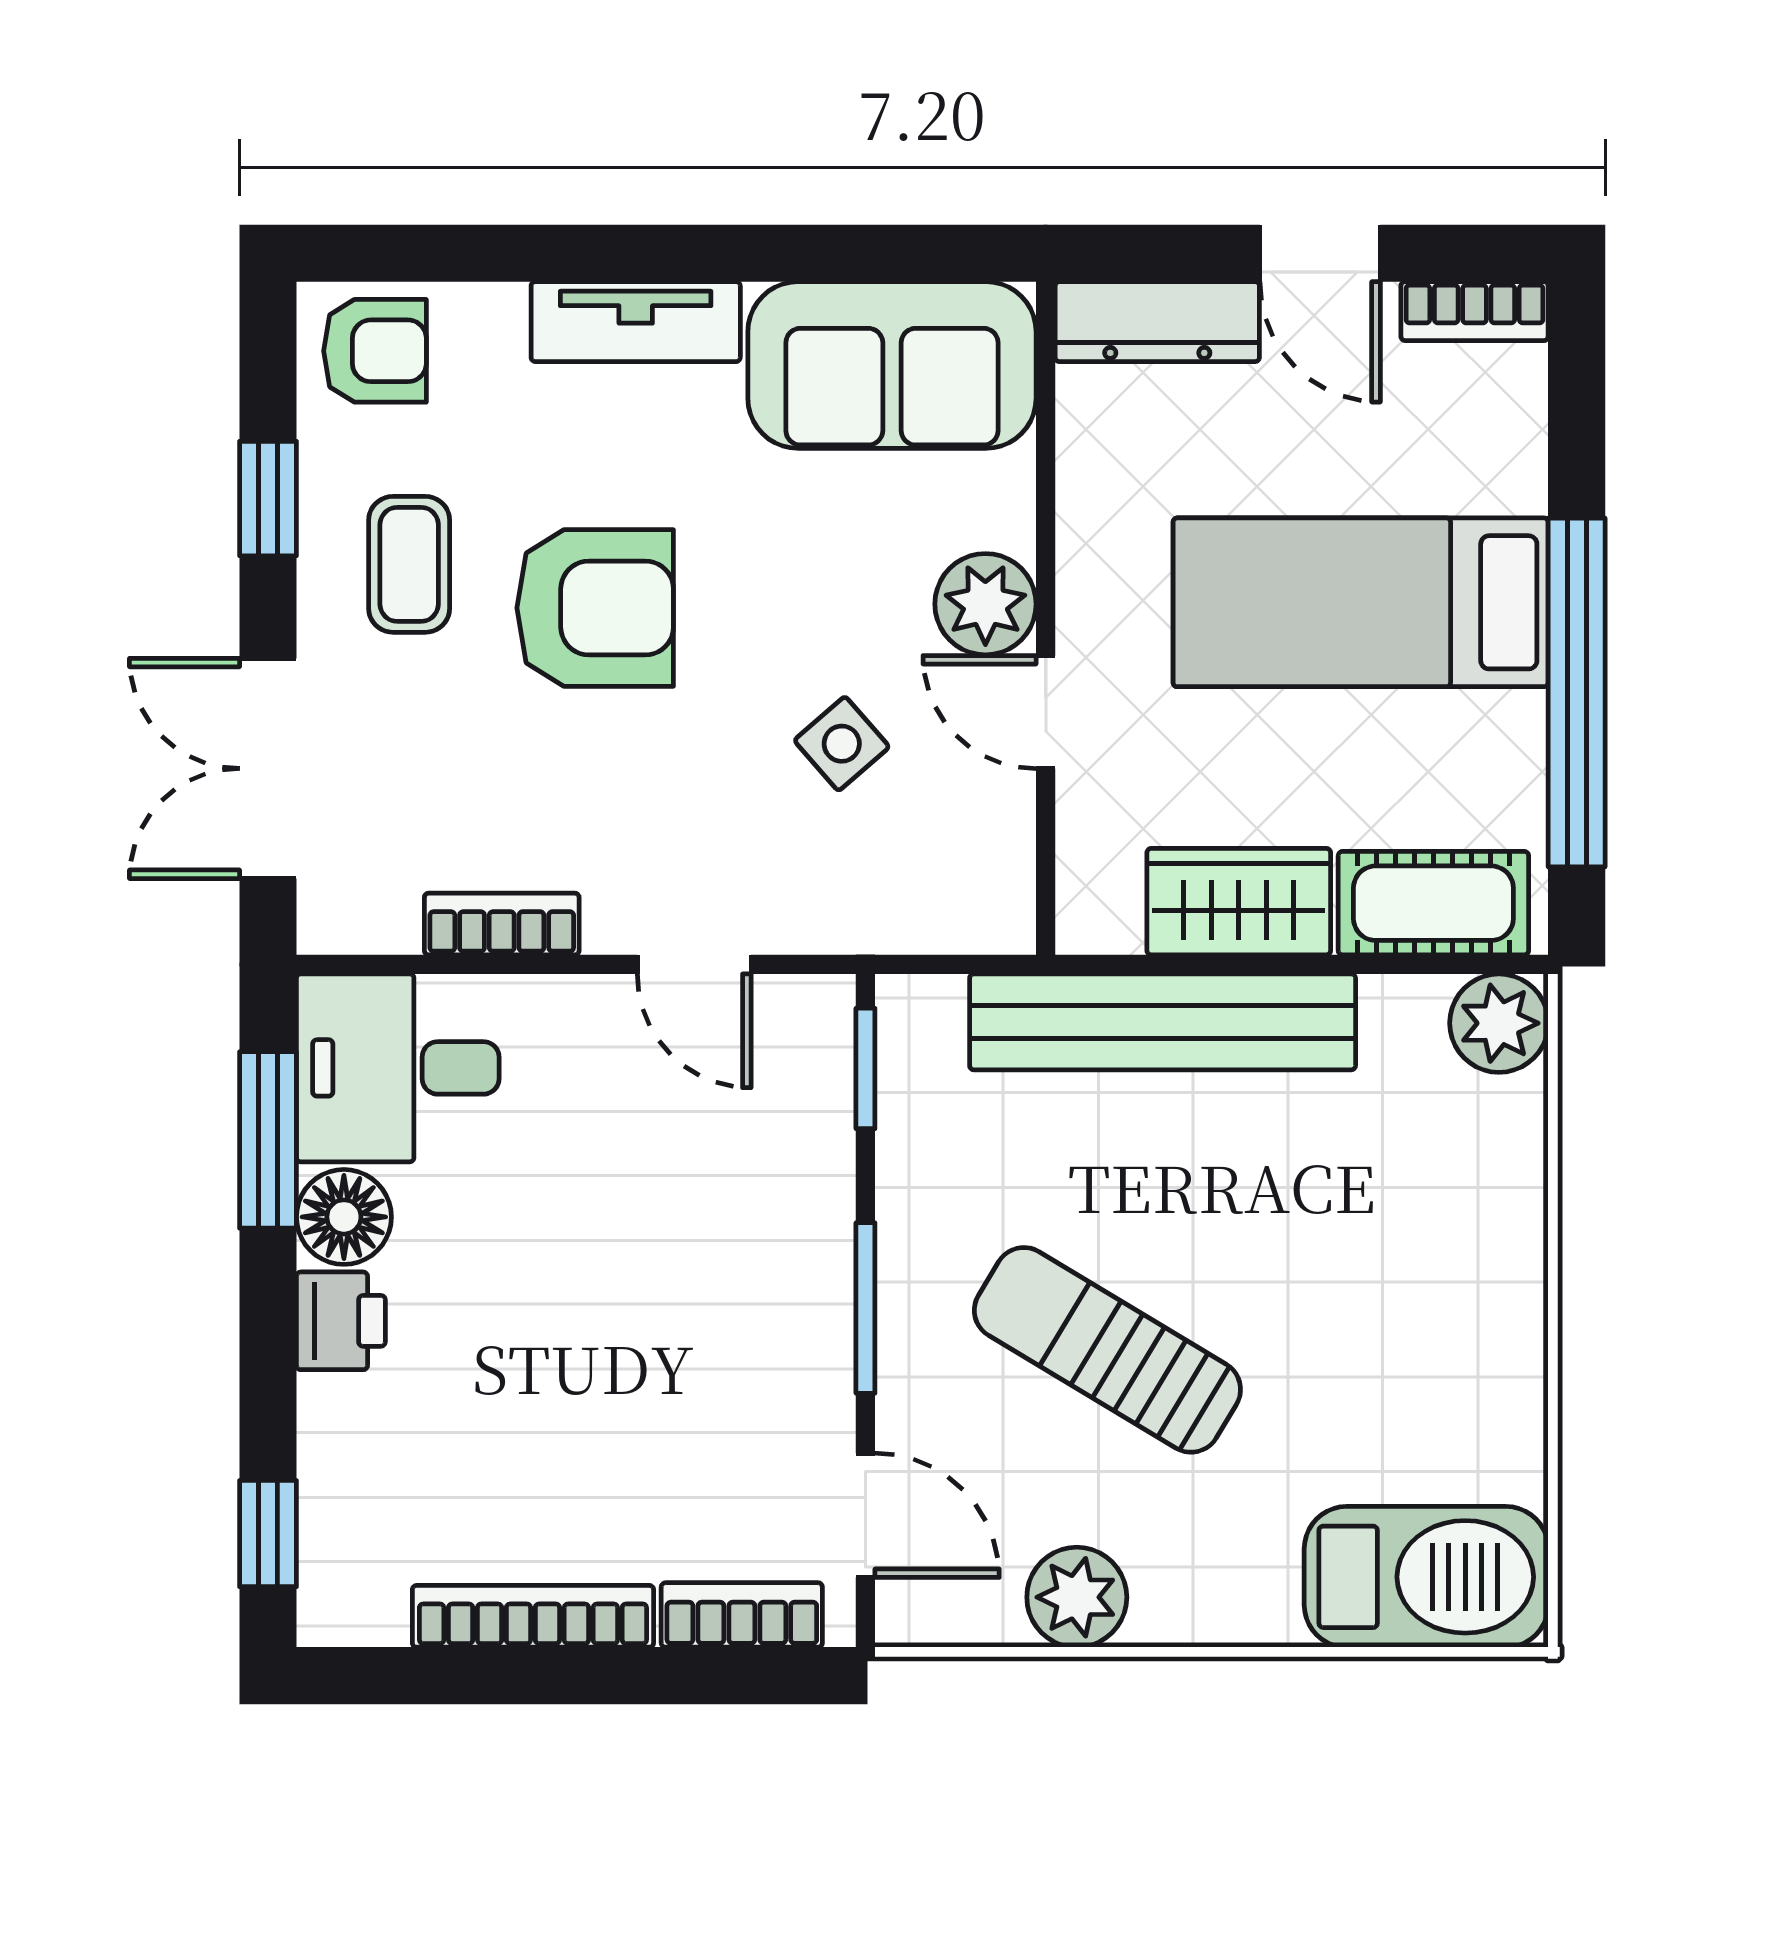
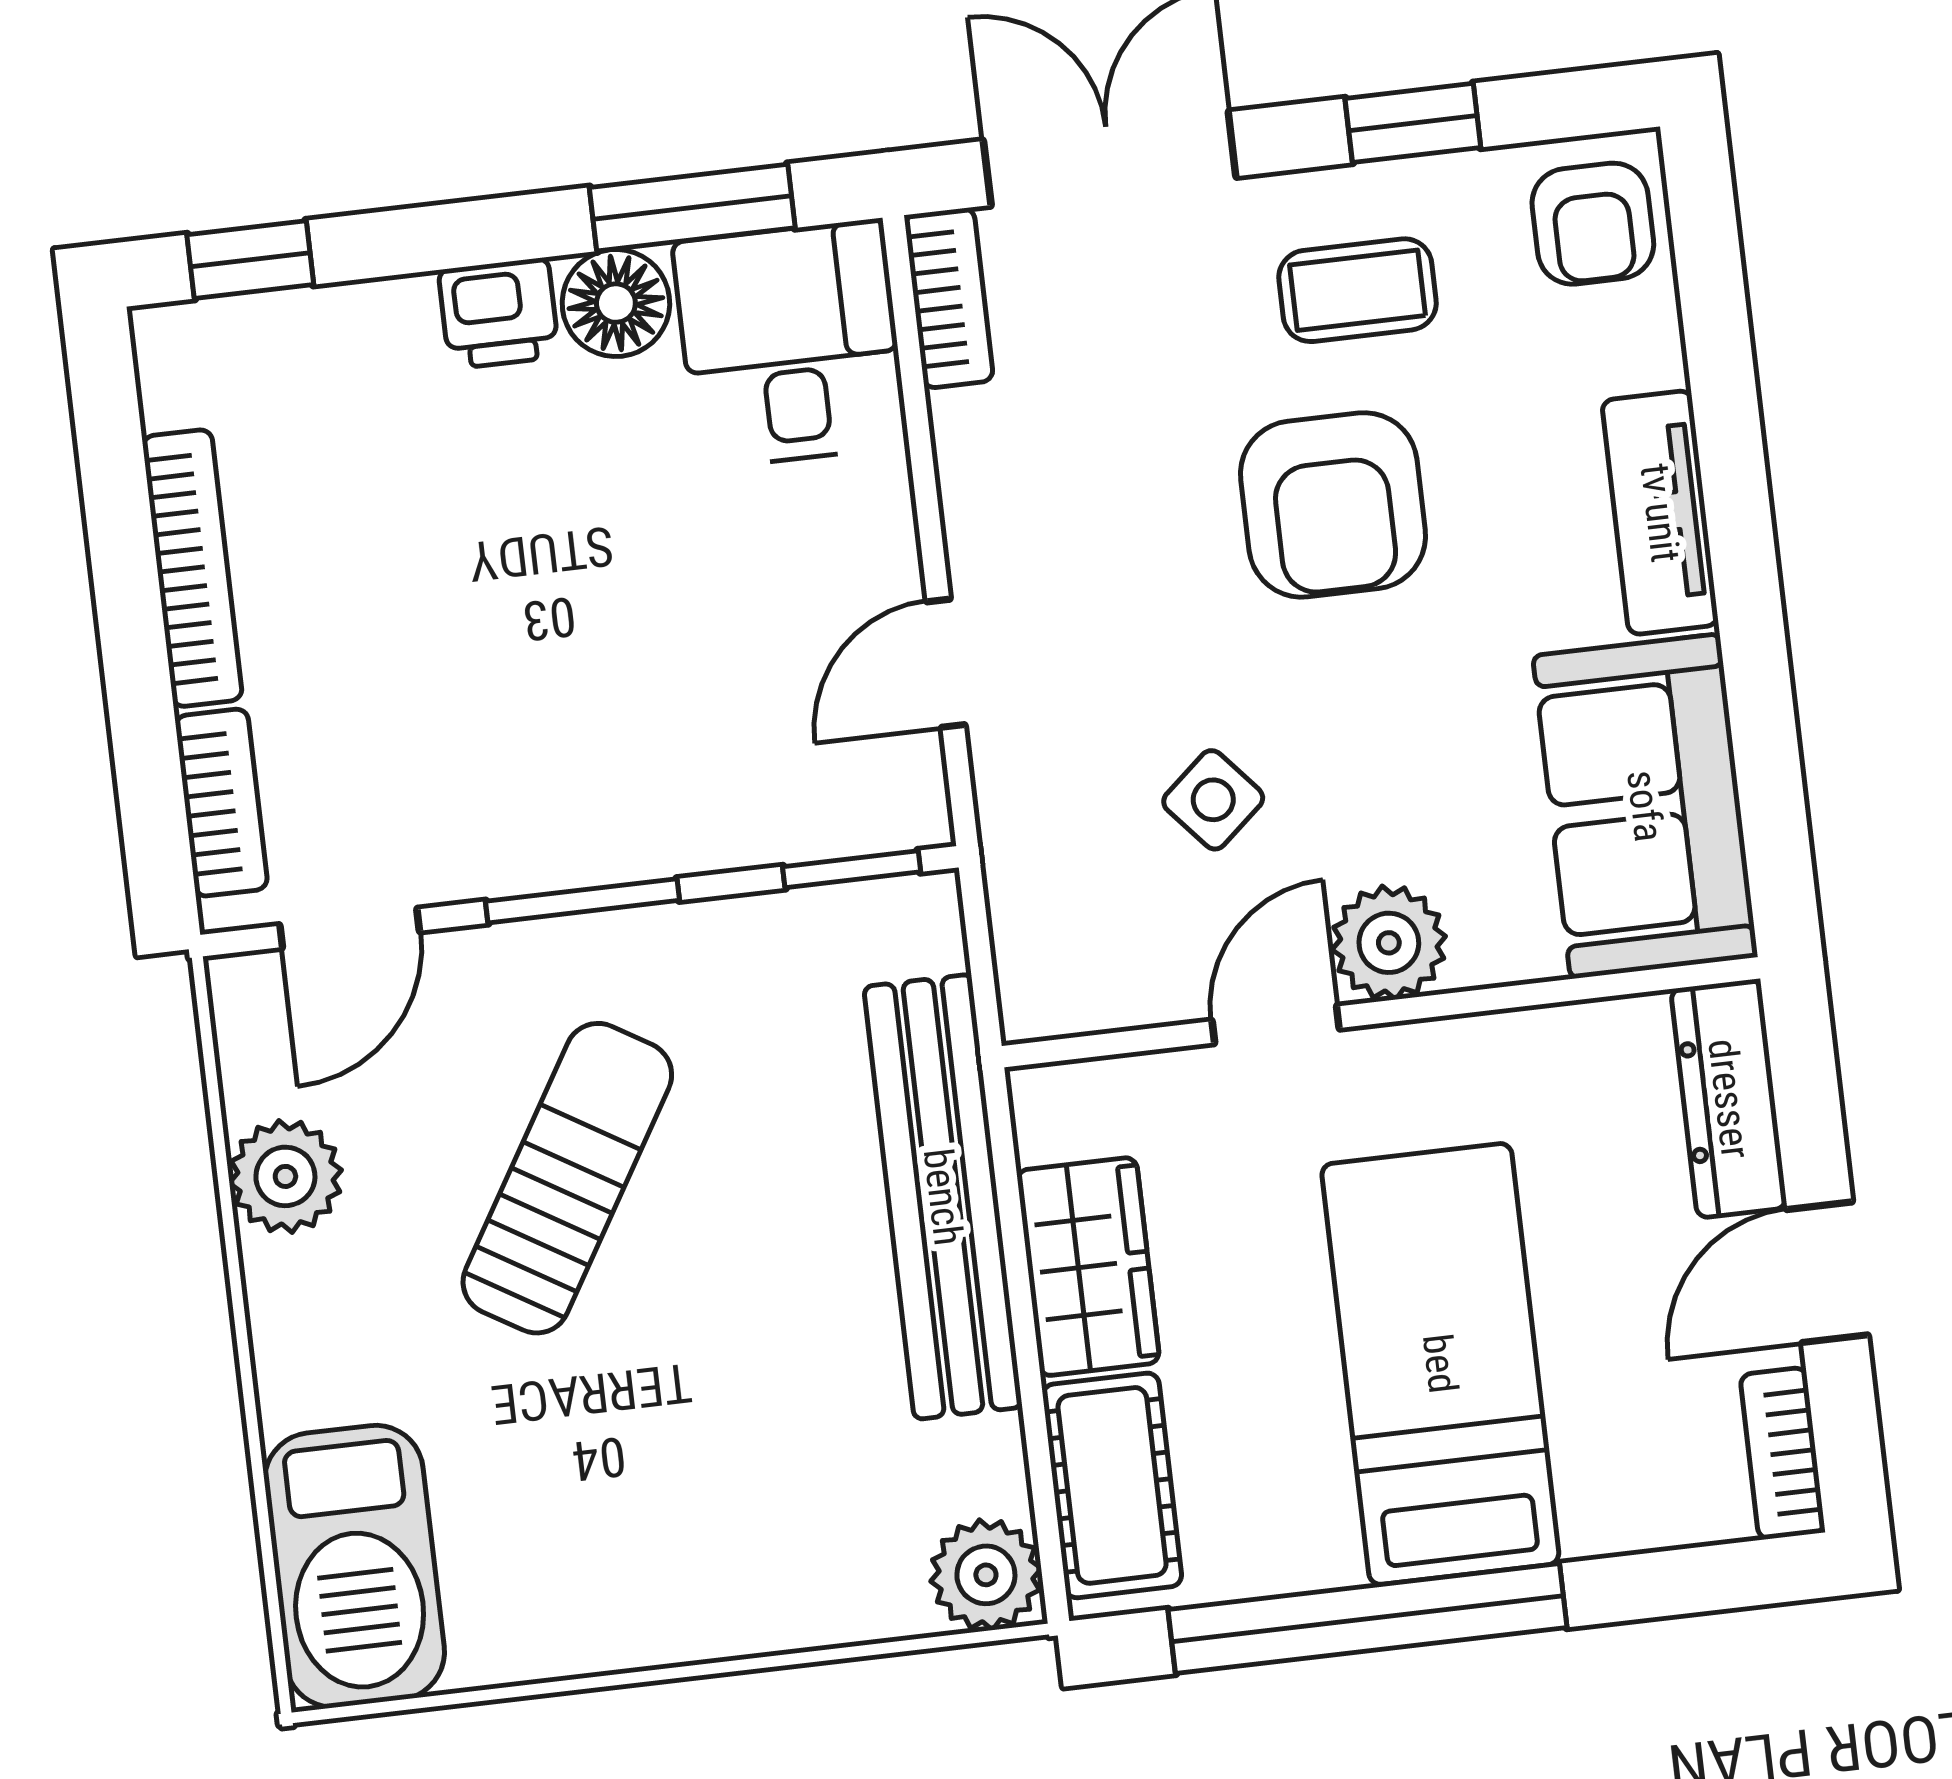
bookcase: (502, 924) -> (949, 298), moved

